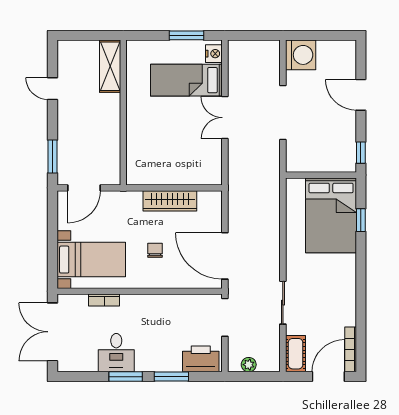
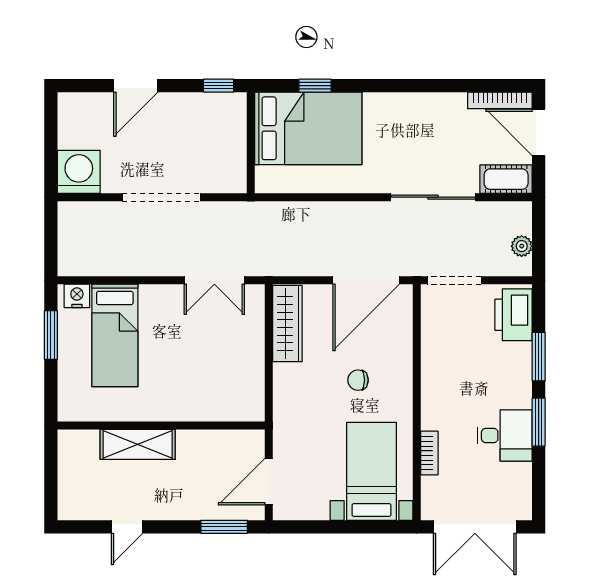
shelving: (110, 66) -> (138, 444), moved
double door: (225, 118) -> (214, 280), moved
door: (84, 188) -> (269, 482), swing flipped
wardrobe: (170, 201) -> (287, 324), moved
sliding door: (283, 303) -> (433, 197), width x1.37

